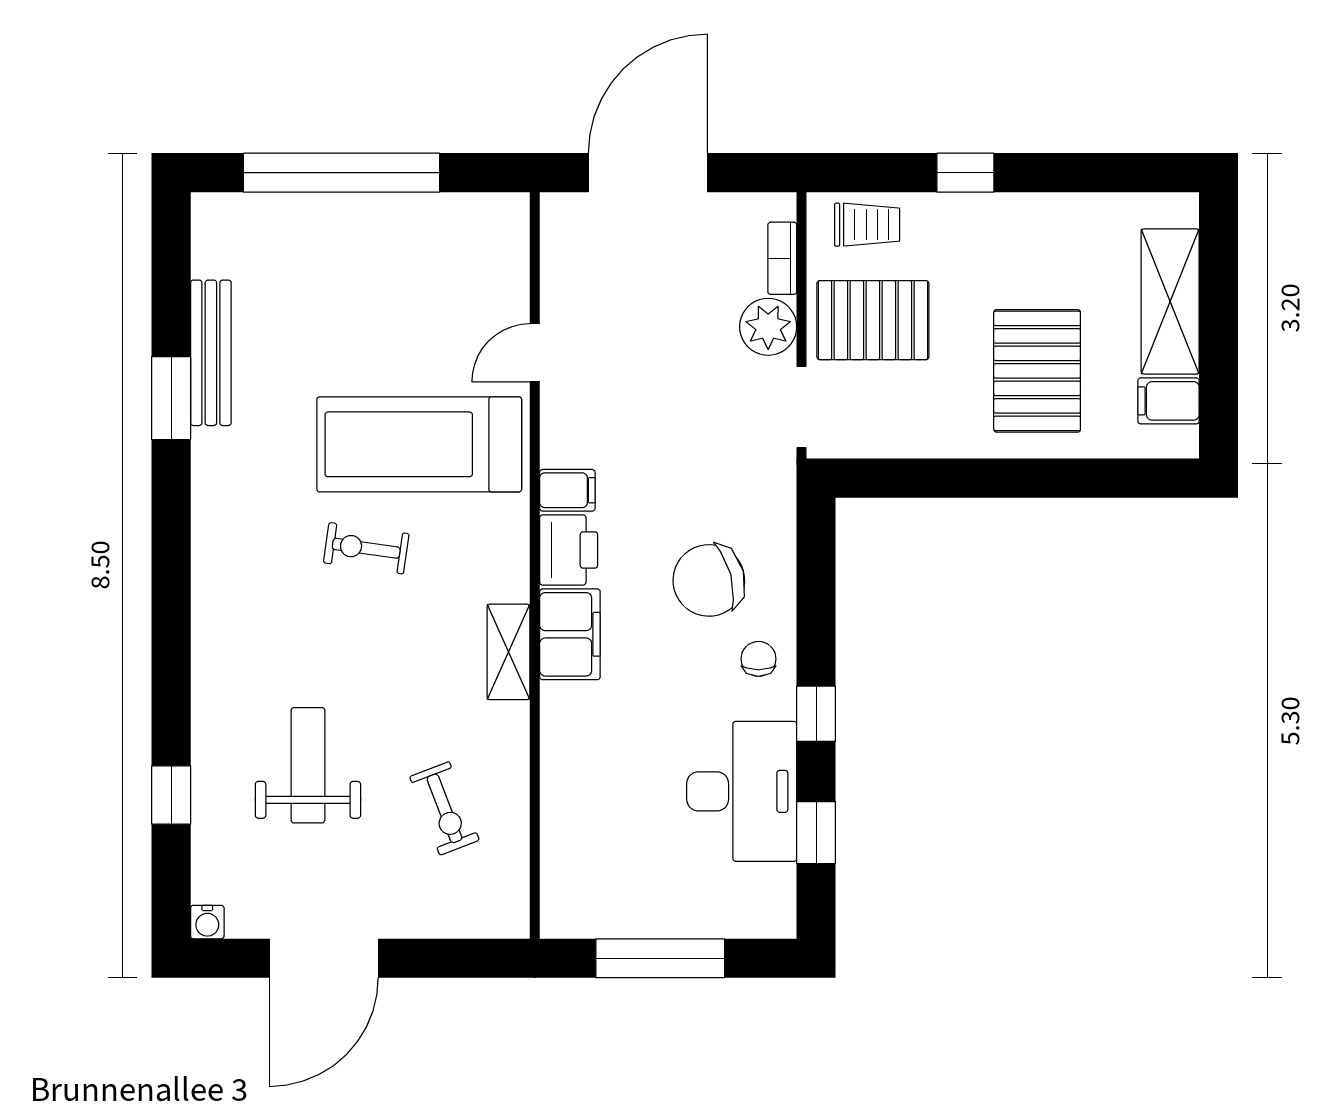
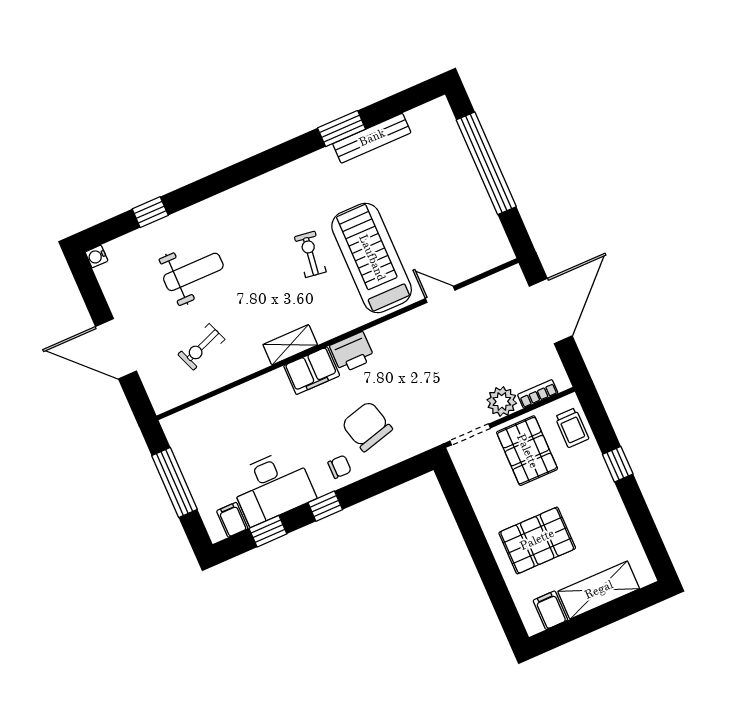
door: (648, 173) -> (551, 311), hinge flipped
filing cabinet: (567, 490) -> (232, 520), moved, turned 180
door: (324, 958) -> (116, 349), moved

